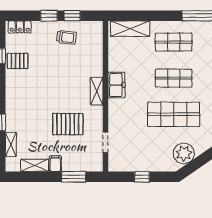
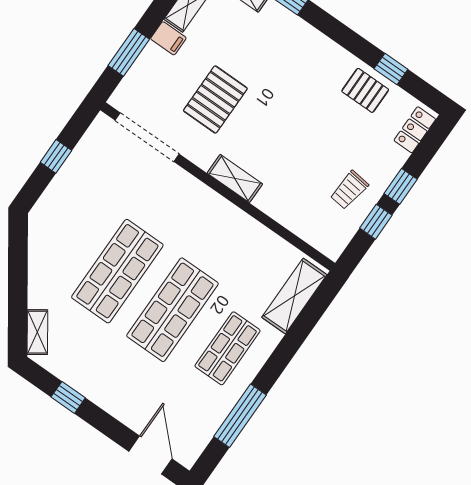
pallet: (18, 61) -> (365, 90), turned 90
shop shelf: (174, 78) -> (172, 310), width x1.43, depth x1.36
freezer: (116, 85) -> (223, 215), removed
doorway: (105, 143) -> (147, 137), width x1.88
plant: (184, 153) -> (47, 245), removed

